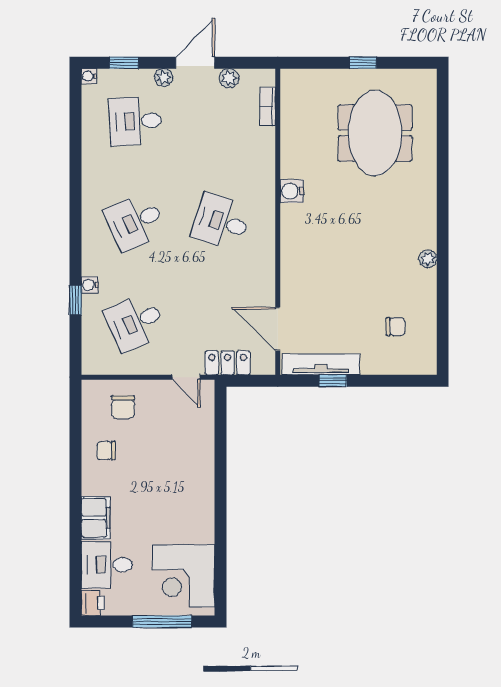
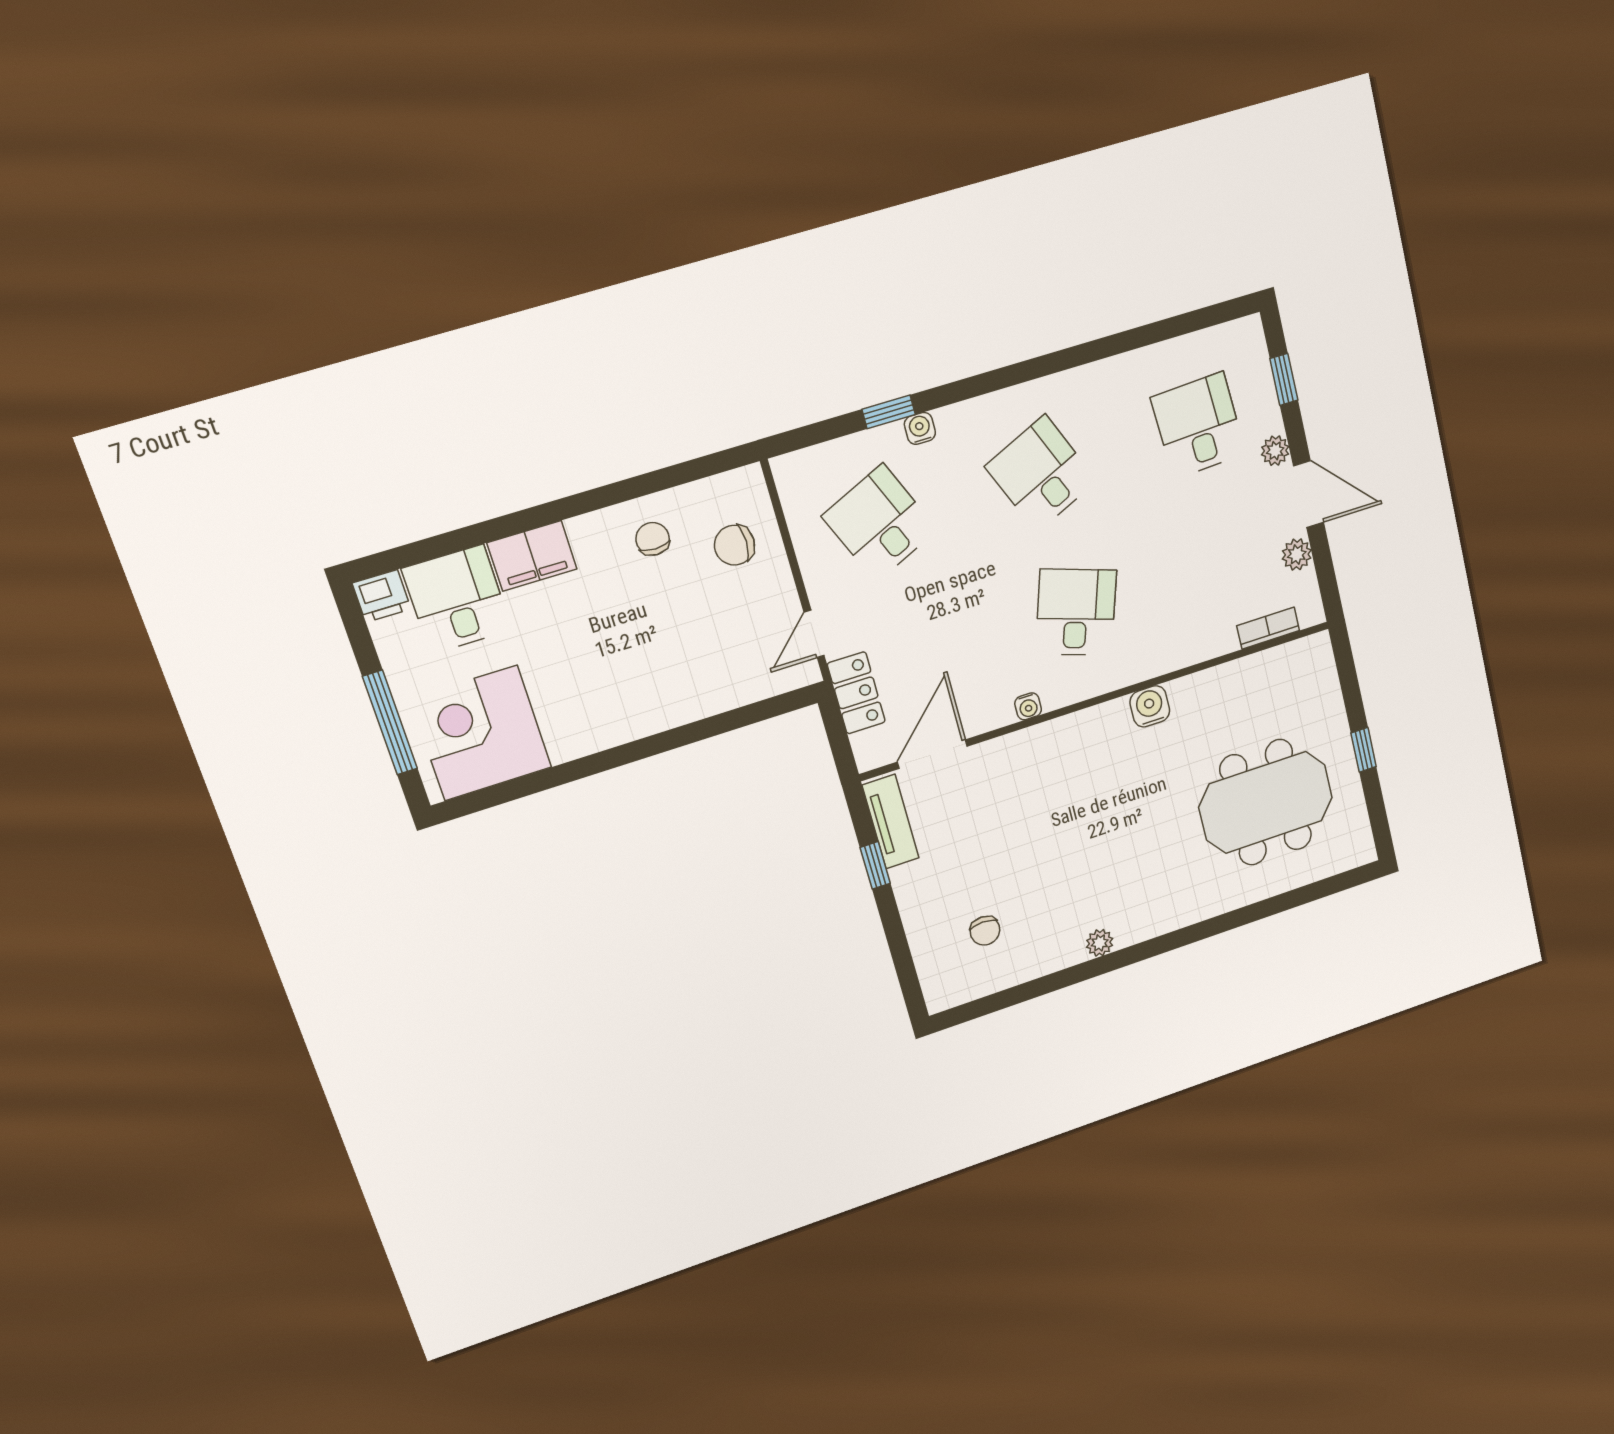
water cooler: (89, 76) -> (1028, 706), moved, turned 180
tv unit: (321, 364) -> (891, 822), width x0.71

